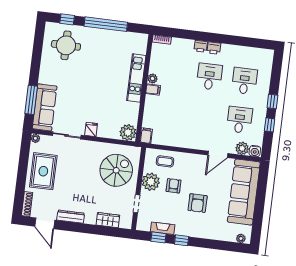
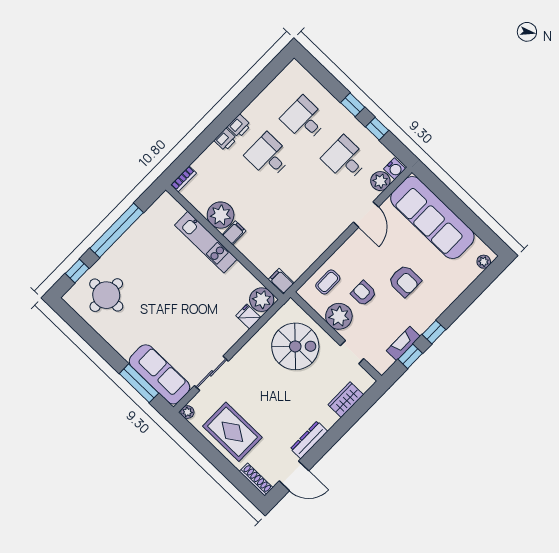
plant: (152, 79) -> (221, 215), width x1.87, depth x1.87
fridge: (91, 129) -> (248, 317), moved
spiral stairs: (116, 170) -> (295, 346), turned 90

